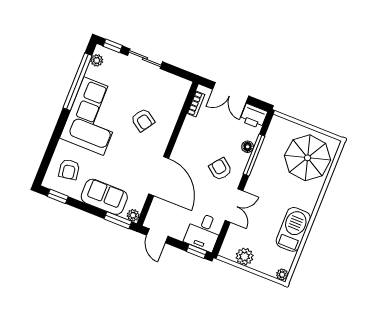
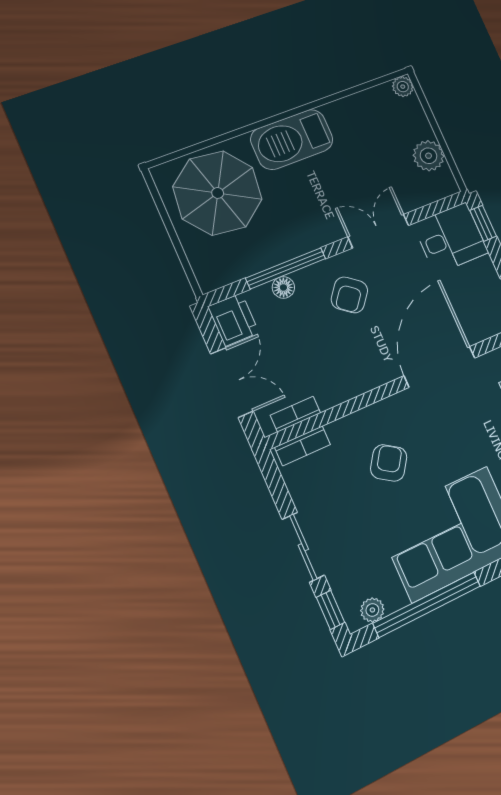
bookcase: (182, 95) -> (303, 446), added
barbecue: (293, 229) -> (292, 139), moved

